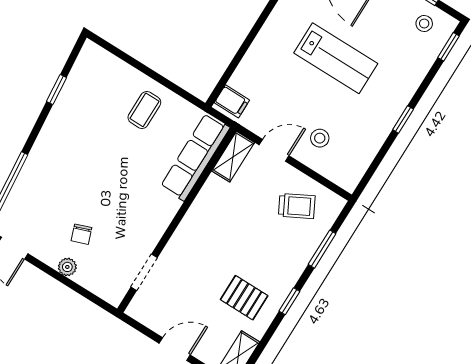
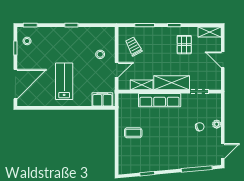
lab bench: (336, 58) -> (64, 81), moved
filing cabinet: (232, 101) -> (102, 99), width x2.00
door: (274, 150) -> (117, 70), swing flipped
row of seats: (195, 157) -> (160, 100), moved
shelving: (233, 157) -> (142, 85), moved
shelving: (190, 233) -> (172, 83), added

